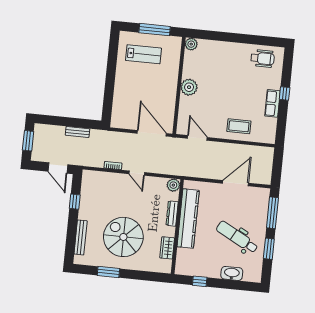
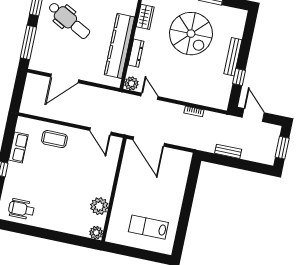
window: (155, 30) -> (134, 252), removed
plant: (189, 87) -> (99, 206), moved
row of seats: (272, 103) -> (18, 147), moved
door: (137, 173) -> (150, 96), moved
bench: (81, 237) -> (233, 57), moved

